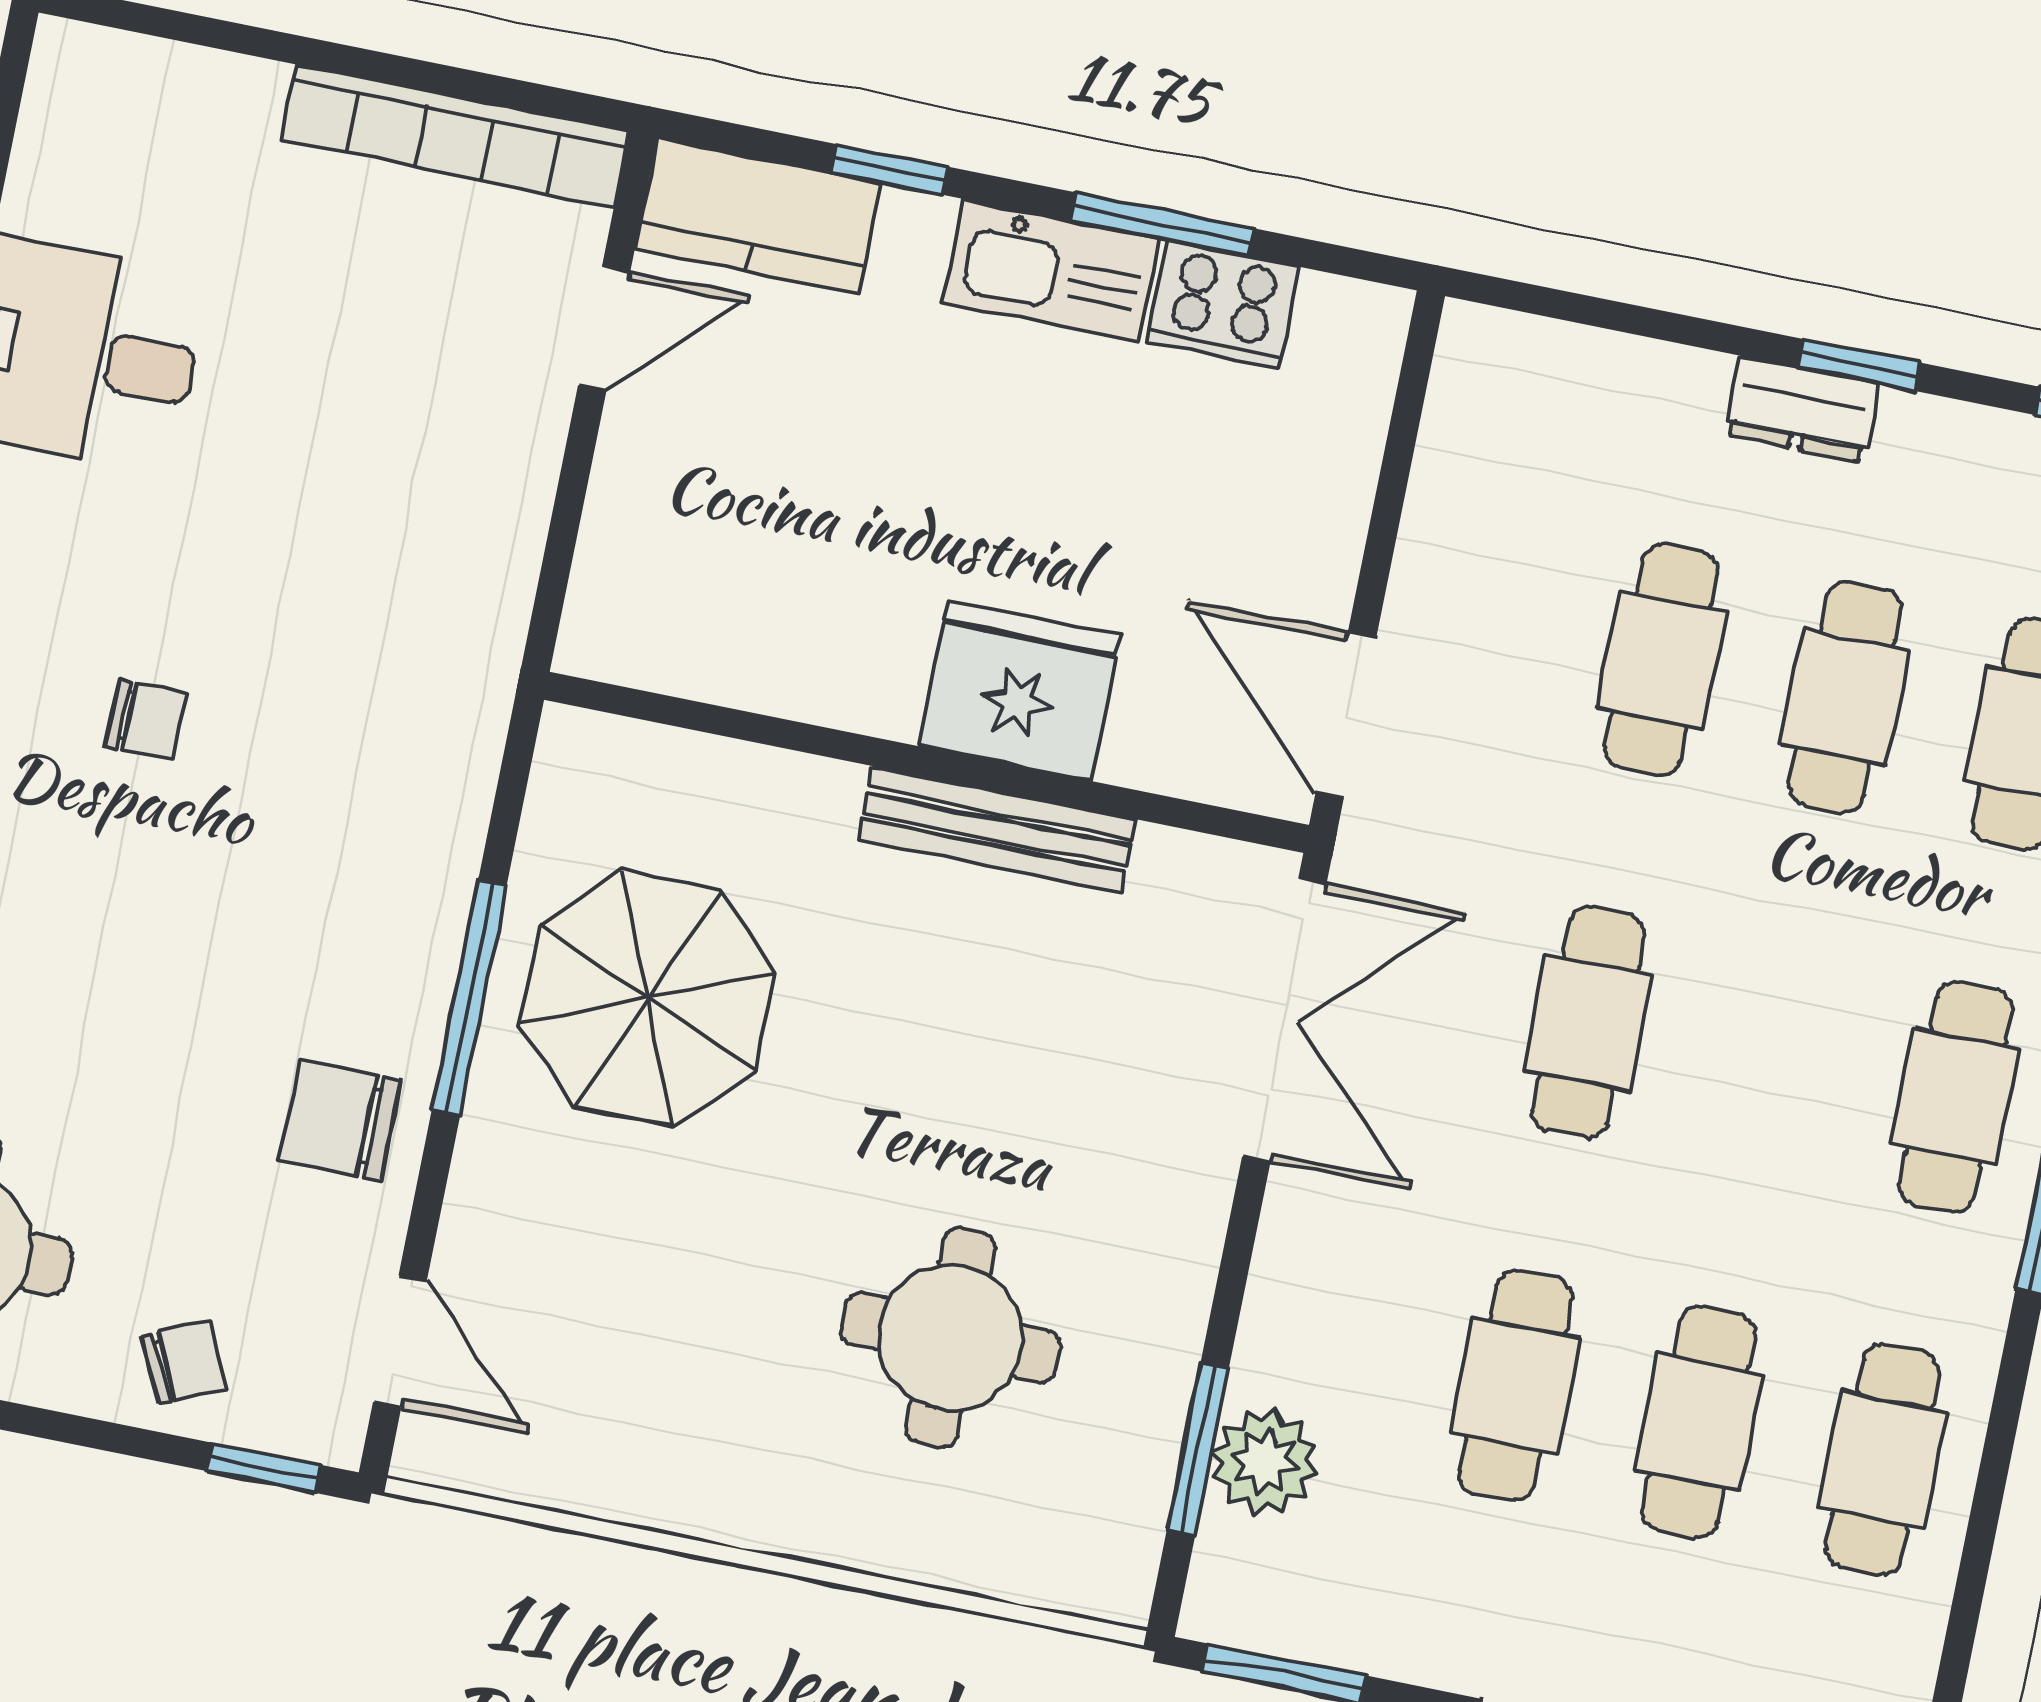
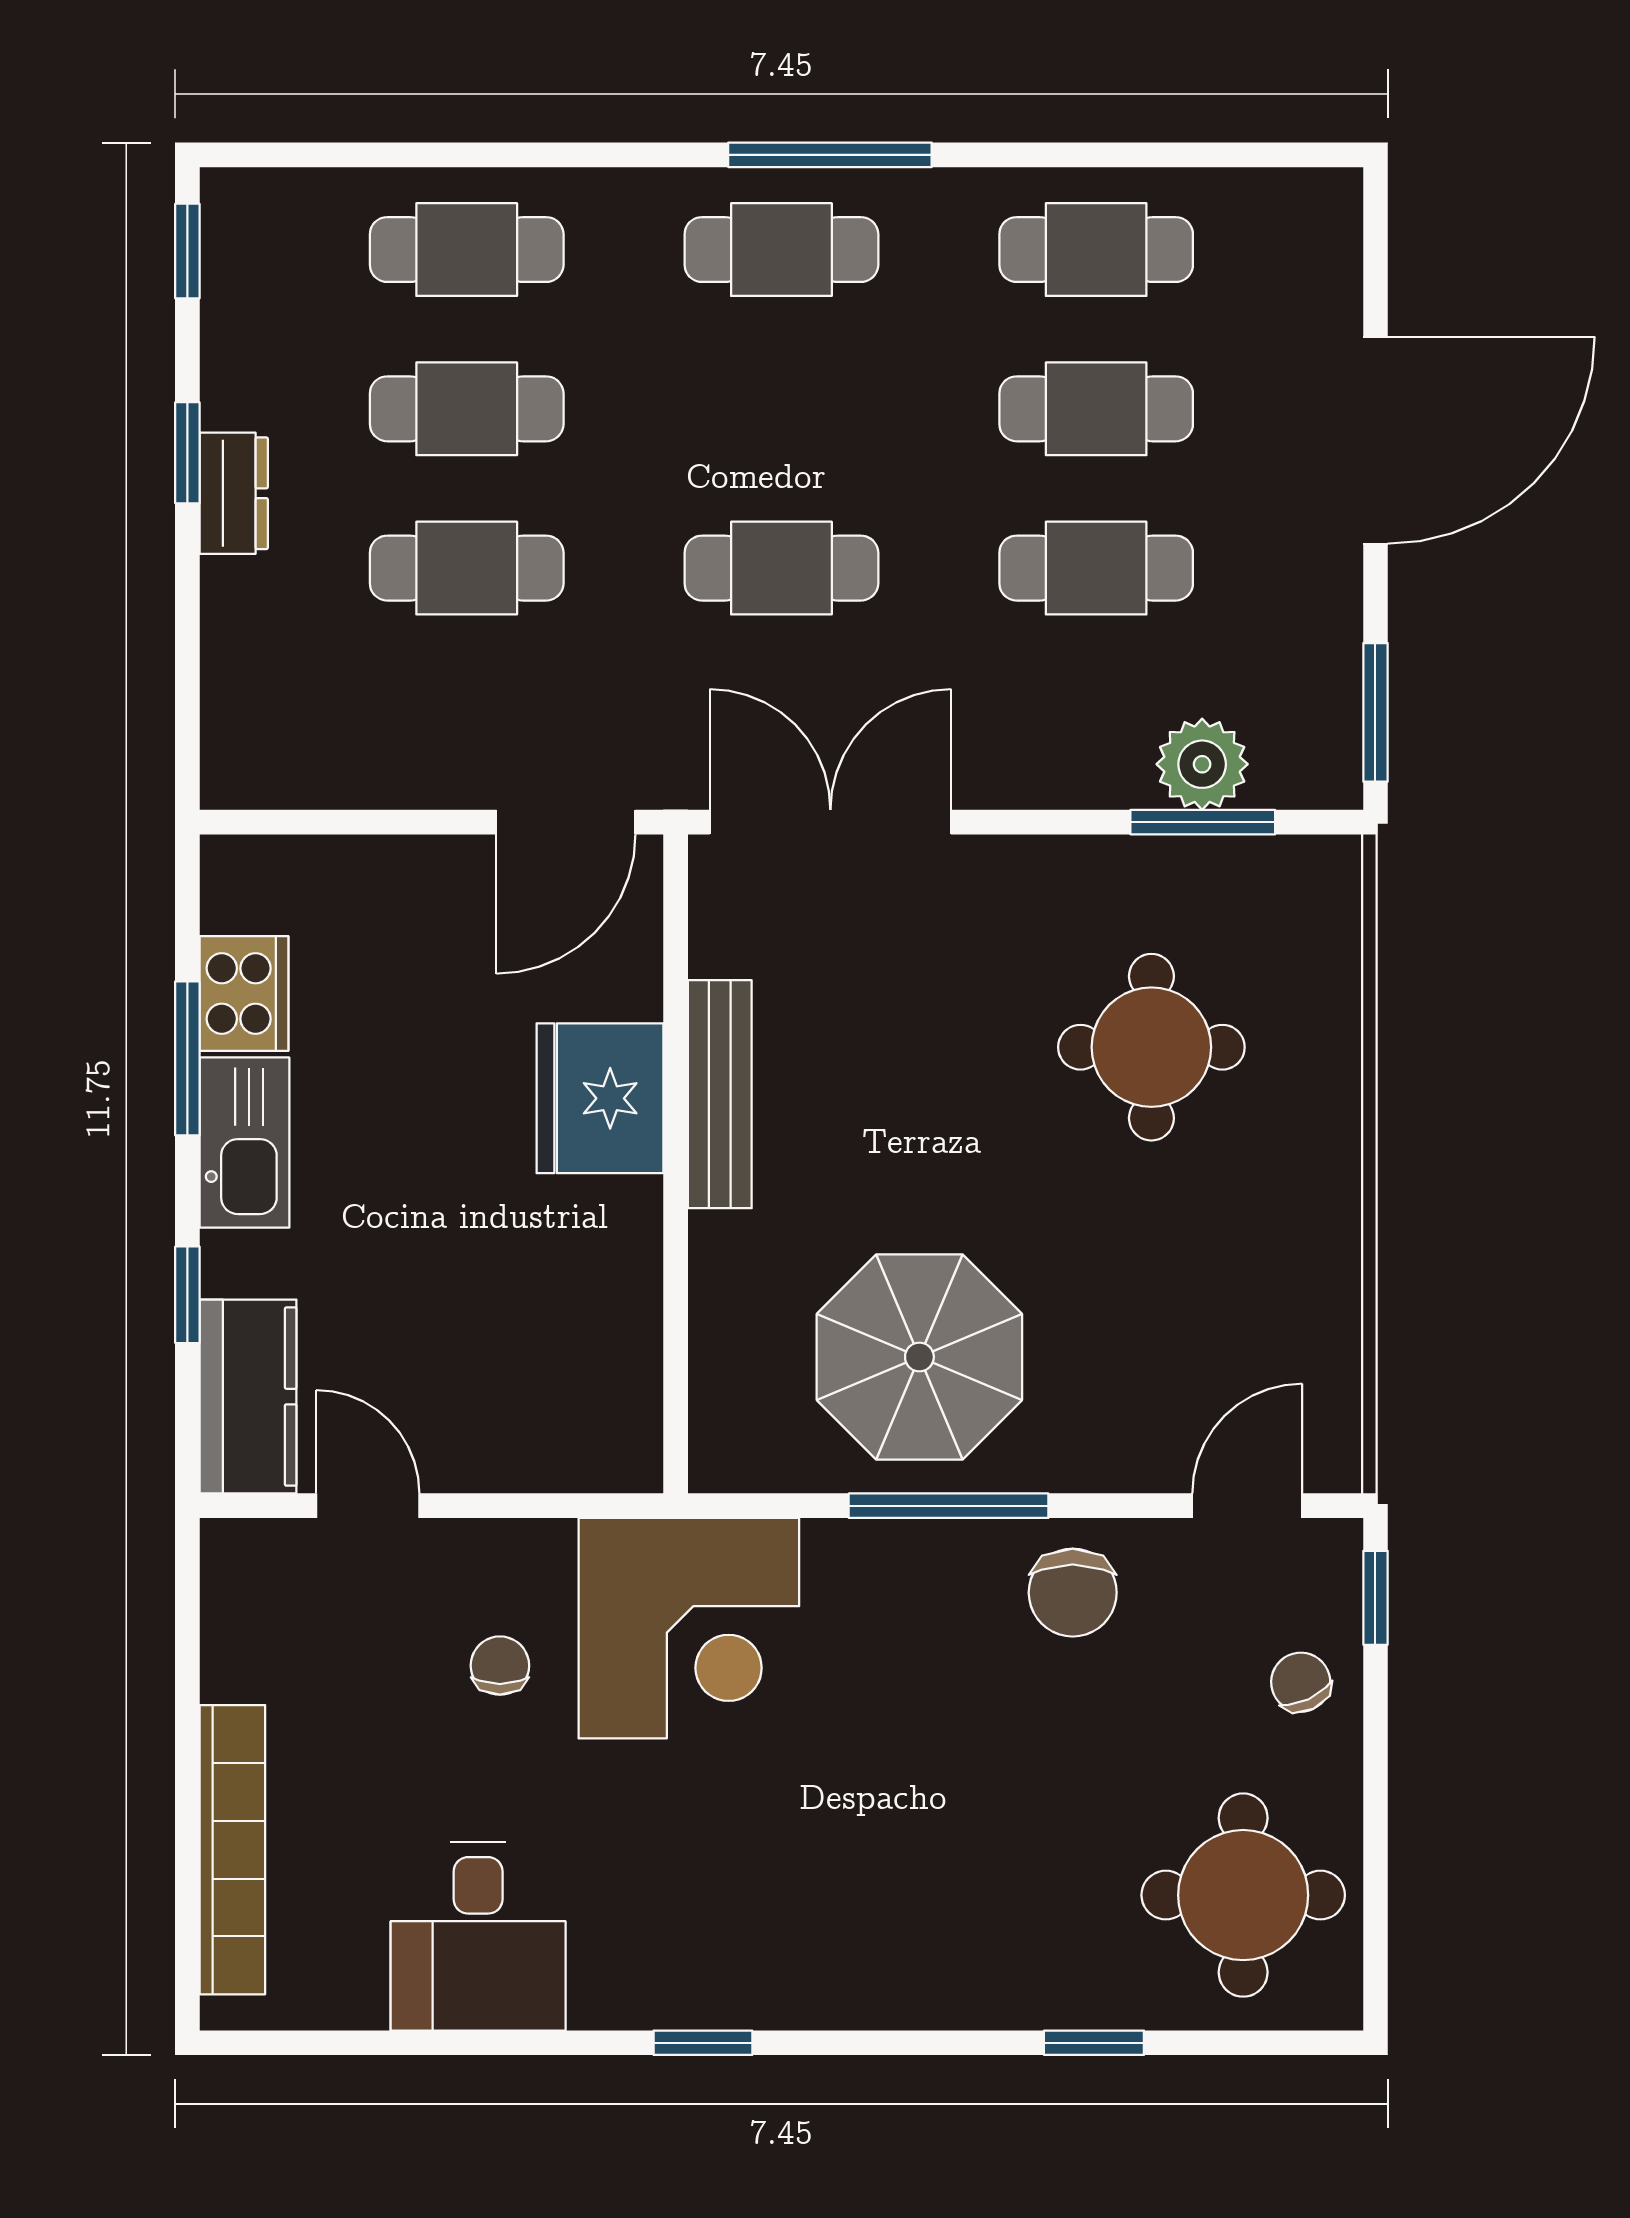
bookcase: (455, 136) -> (232, 1850), moved
corner desk: (388, 670) -> (689, 1628), added
chair: (147, 720) -> (500, 1666), moved

